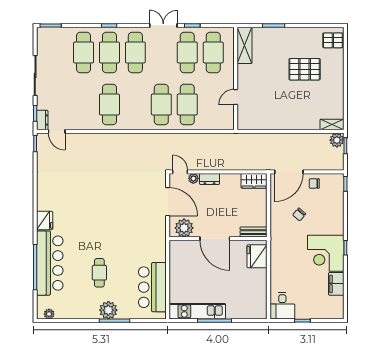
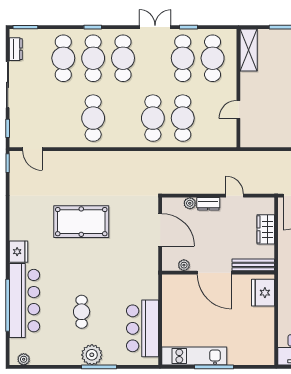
dresser: (42, 120) -> (16, 49), moved
door: (180, 172) -> (235, 196), moved
wardrobe: (254, 181) -> (266, 229), moved, turned 90
pool table: (99, 194) -> (81, 222), added
plant: (184, 228) -> (184, 265), width x0.53, depth x0.53
bench: (254, 232) -> (253, 265), width x1.36

